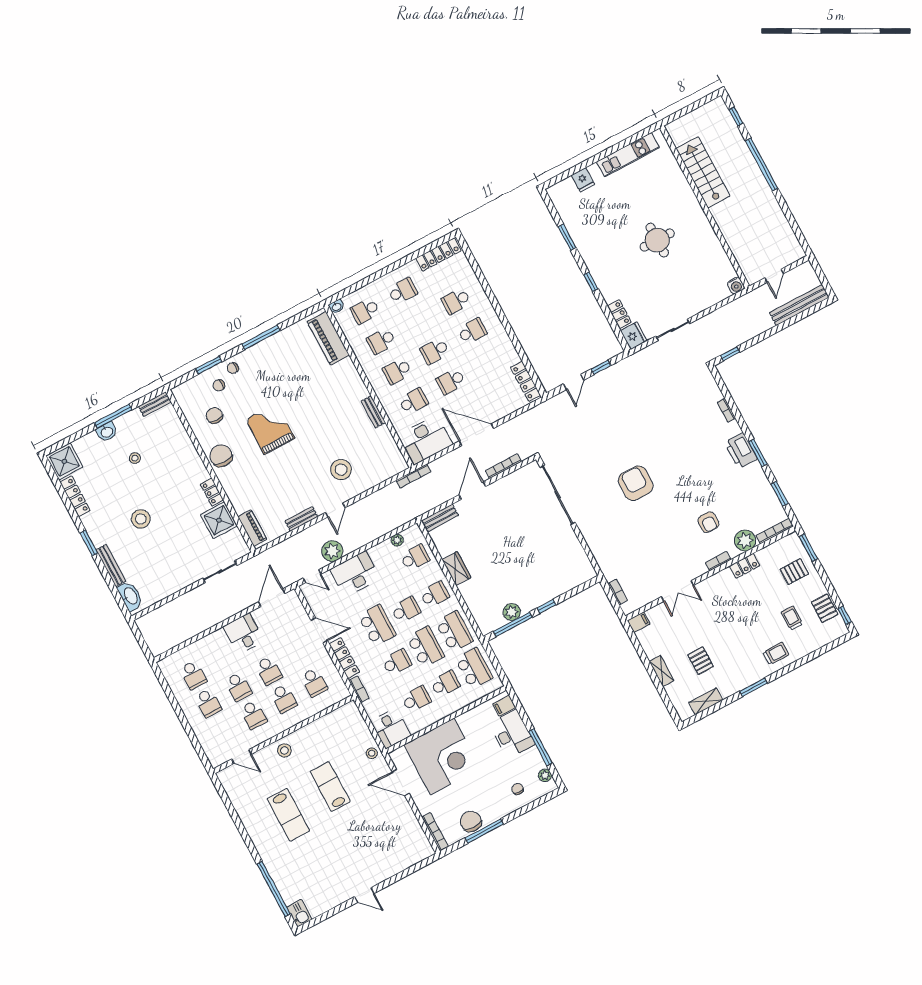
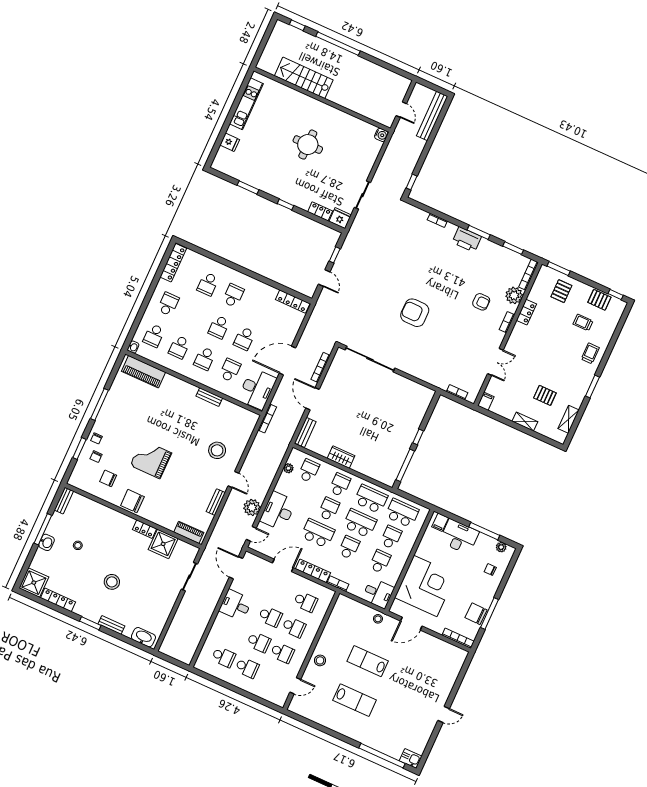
bench: (111, 565) -> (111, 625), width x0.73
plant: (512, 612) -> (398, 458), removed

